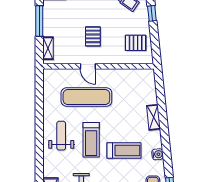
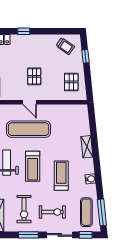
pallet: (136, 43) -> (71, 82), turned 90
treadmill: (124, 151) -> (61, 176), turned -90

